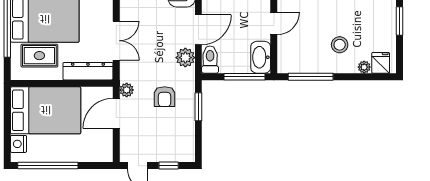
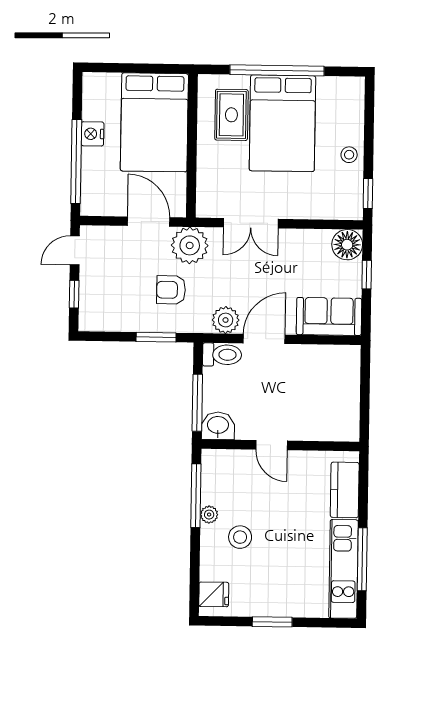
door: (198, 30) -> (264, 339), swing flipped
washbasin: (261, 57) -> (218, 426), width x0.72
plant: (364, 67) -> (209, 515), moved
dresser: (88, 71) -> (209, 183), removed
plant: (127, 90) -> (190, 245), width x1.87, depth x1.87
nightstand: (19, 144) -> (92, 134), moved, turned -90
window: (48, 166) -> (76, 161), moved

